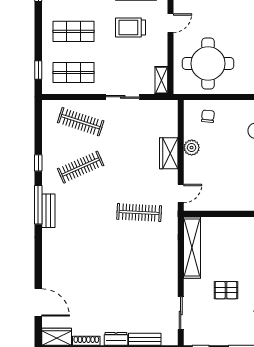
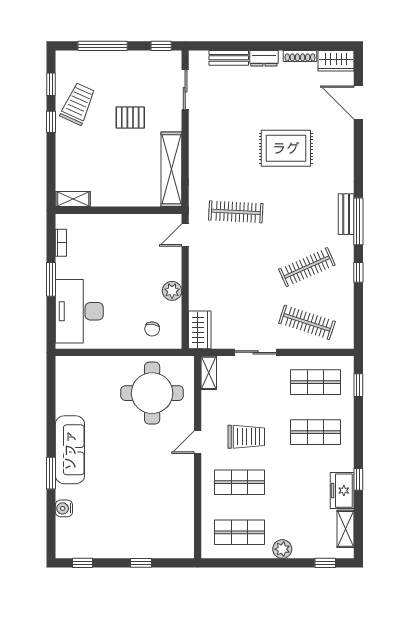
wardrobe: (169, 153) -> (200, 330), moved
rug: (98, 265) -> (286, 148), added

